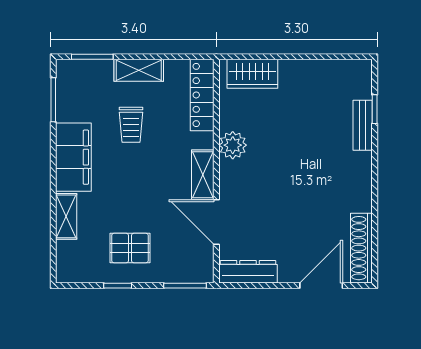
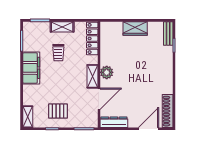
wardrobe: (252, 74) -> (135, 28), moved
bench: (363, 125) -> (168, 33), moved
plant: (233, 145) -> (107, 72), moved
shelving: (66, 216) -> (28, 117), moved
door: (216, 222) -> (99, 99), swing flipped

